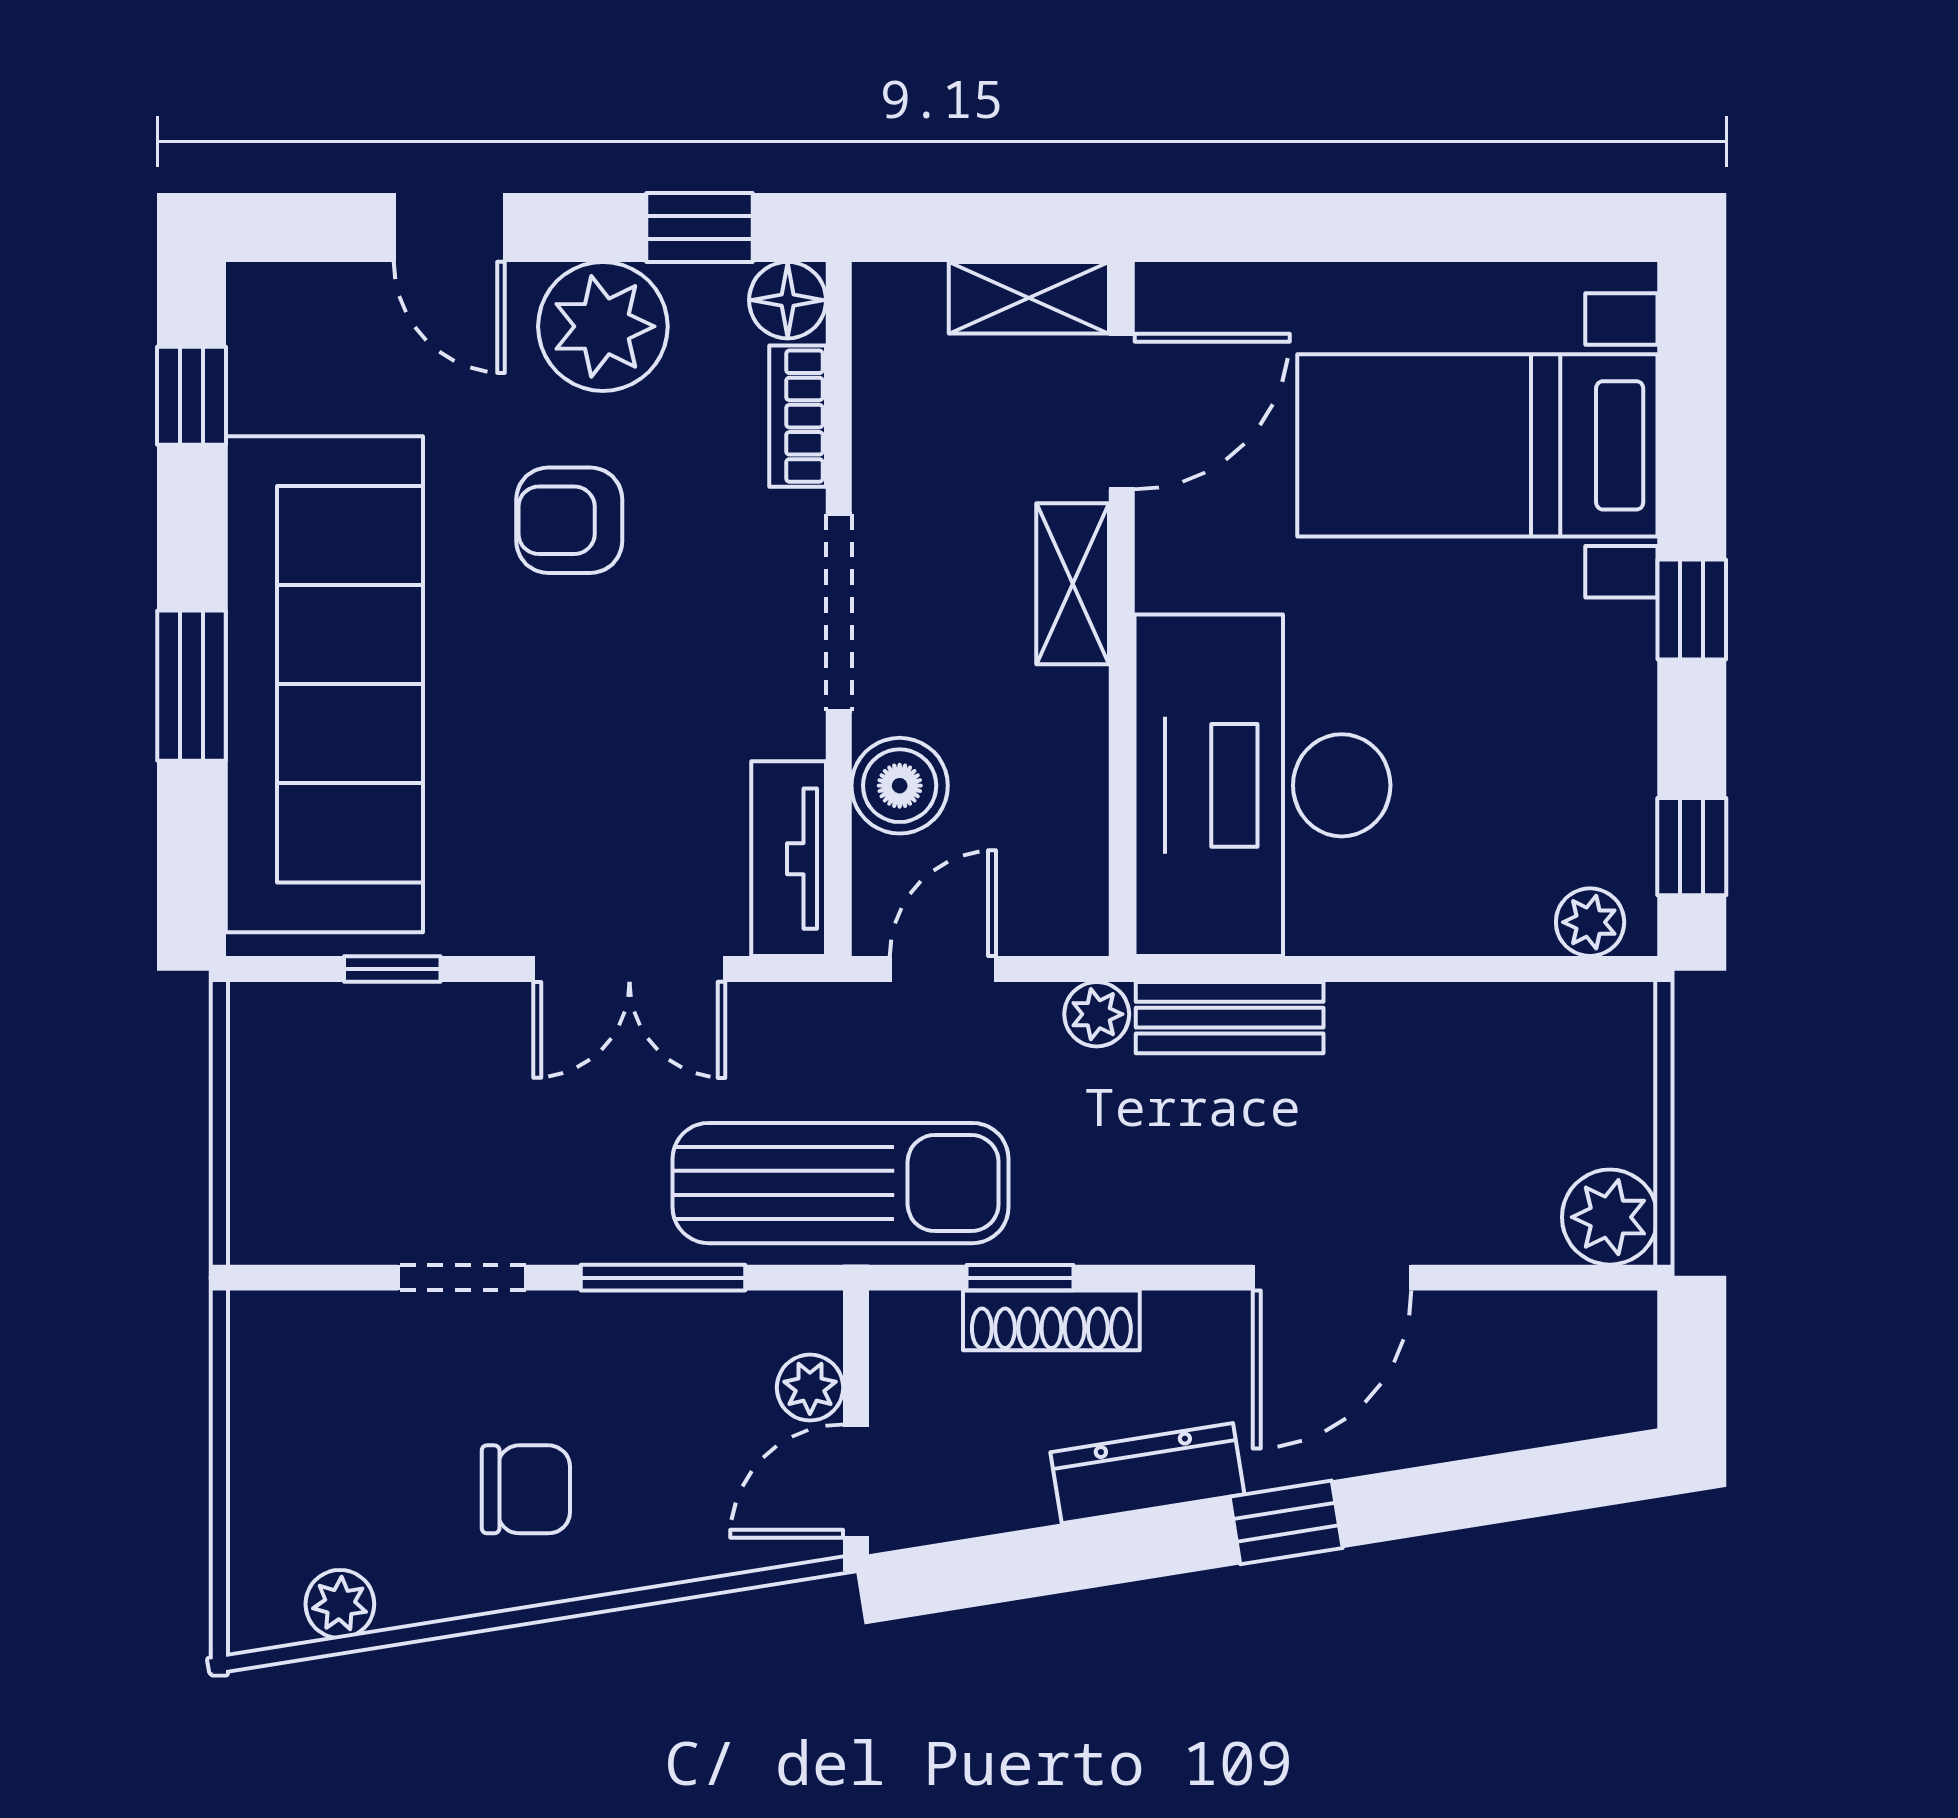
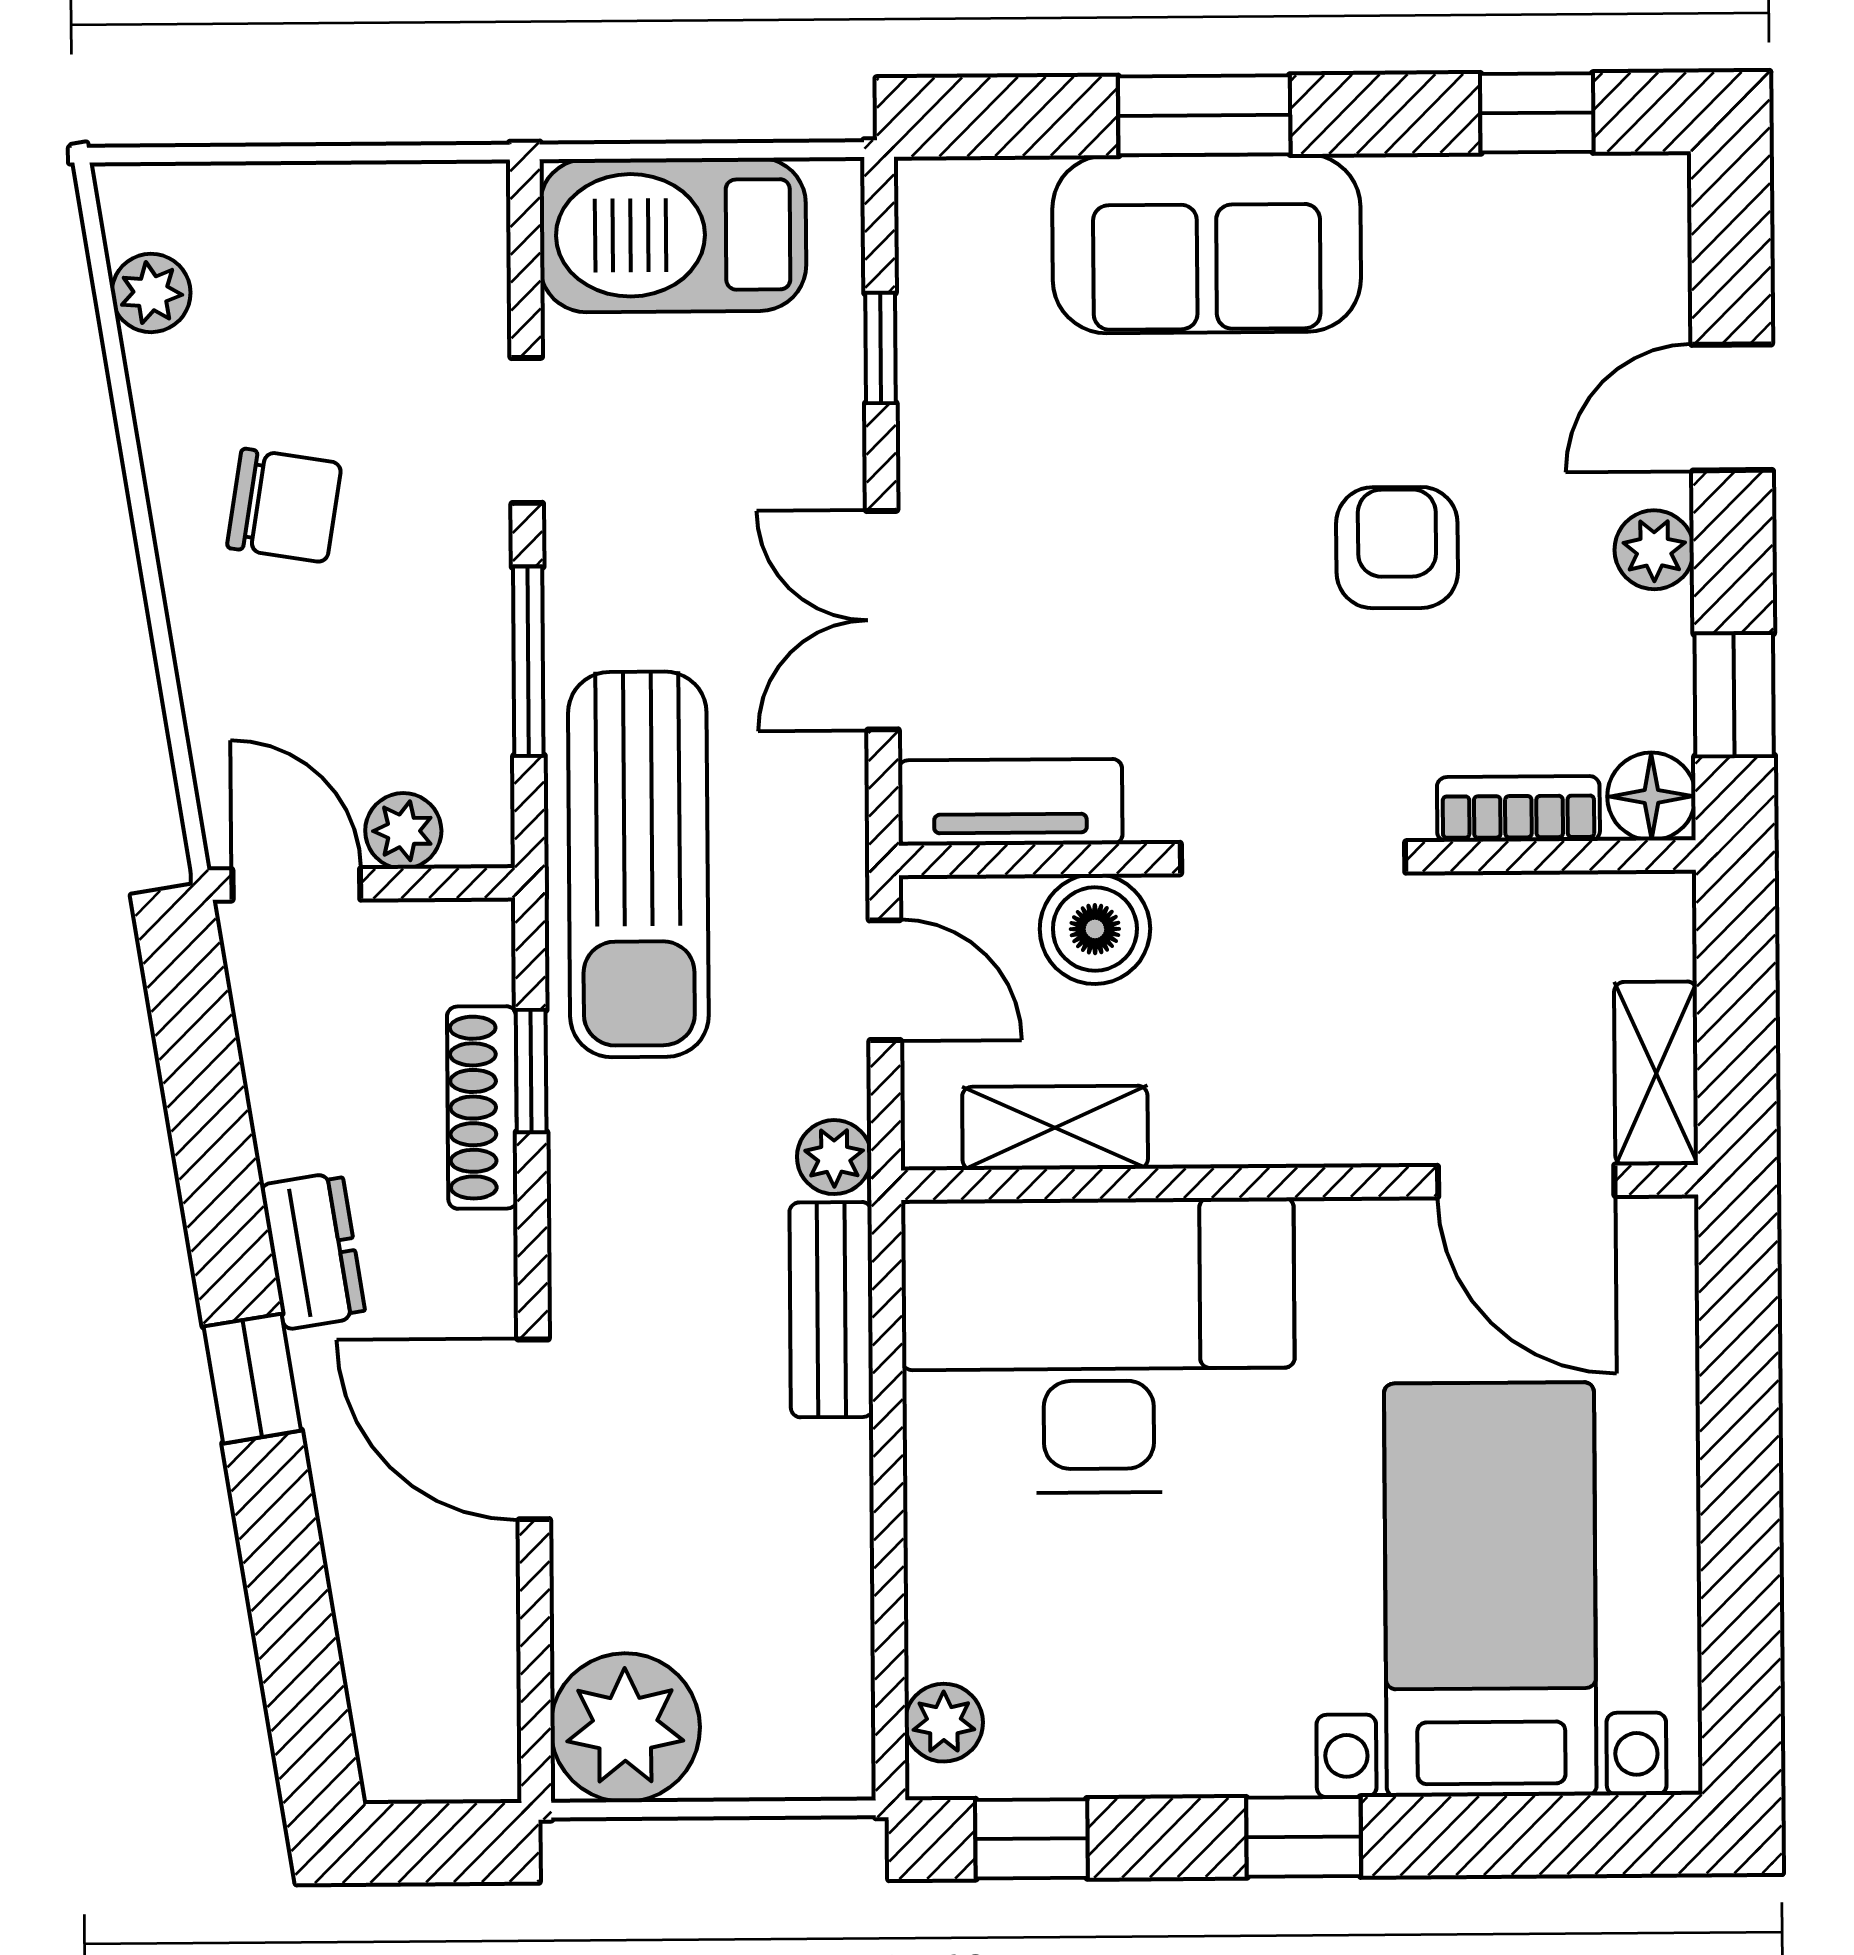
plant: (603, 326) -> (1654, 550), width x0.53, depth x0.53
shelving: (1073, 584) -> (1055, 1128), moved
sofa: (324, 684) -> (1207, 244), width x0.54, depth x0.79
barbecue: (293, 1149) -> (673, 235), added
plant: (1610, 1217) -> (625, 1728), width x1.36, depth x1.36
dresser: (1147, 1473) -> (313, 1251), width x0.70
chair: (526, 1489) -> (284, 506), turned -81

